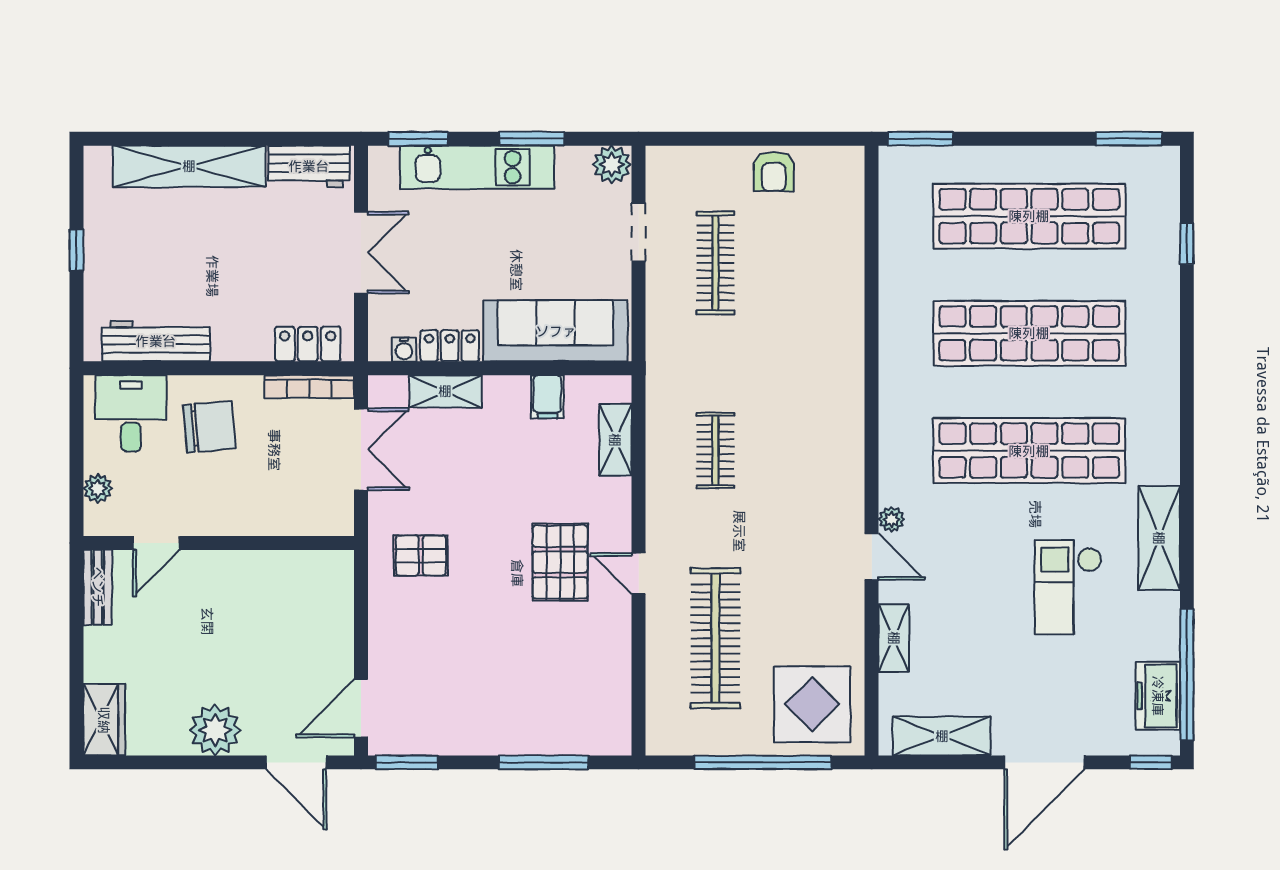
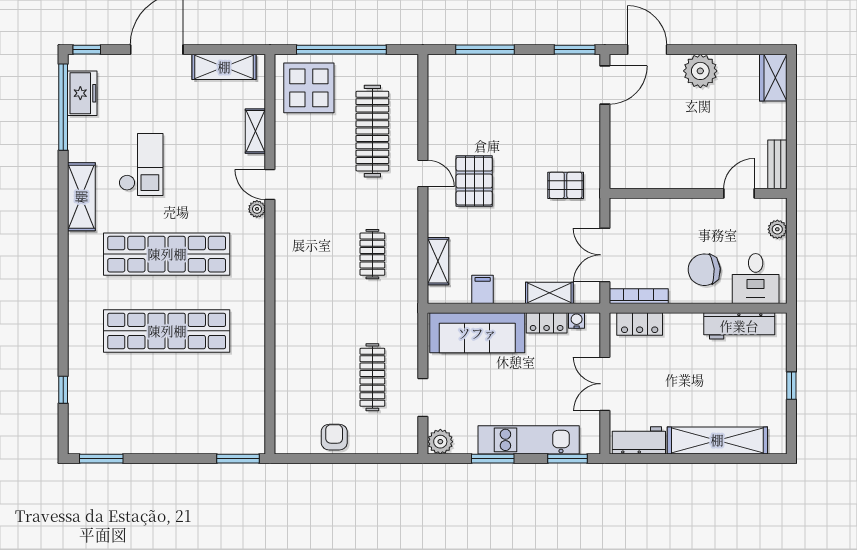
shop shelf: (1029, 216) -> (167, 408), removed

